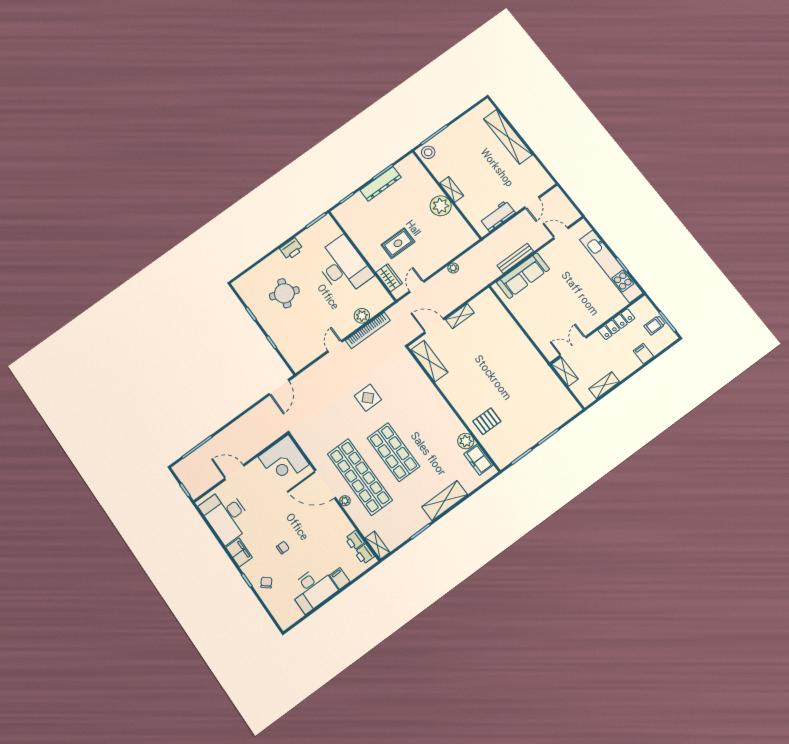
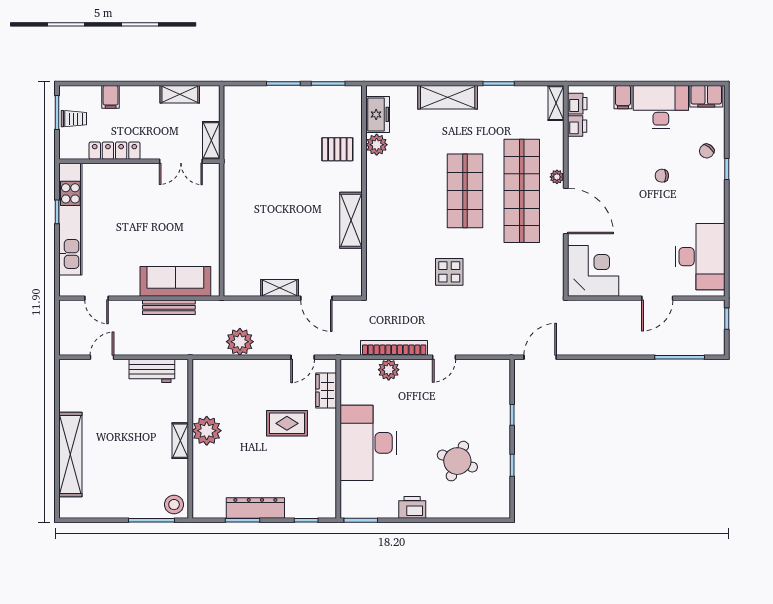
plant: (453, 268) -> (240, 342), width x1.88, depth x1.88
shelving: (429, 361) -> (351, 220), moved
door: (234, 472) -> (657, 298), hinge flipped
filing cabinet: (239, 552) -> (706, 96), moved, turned -90

